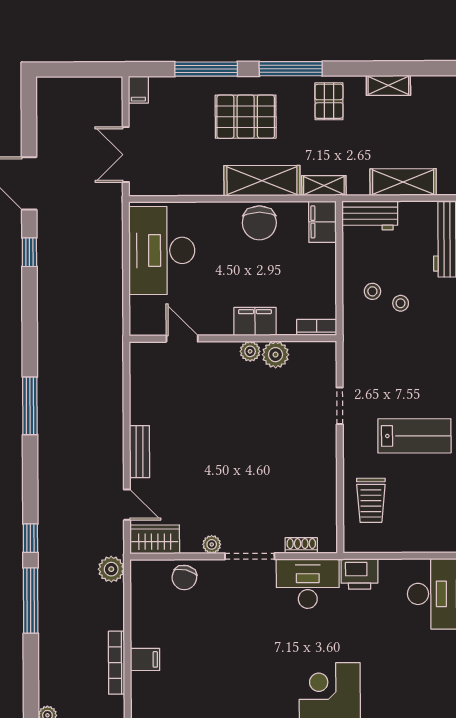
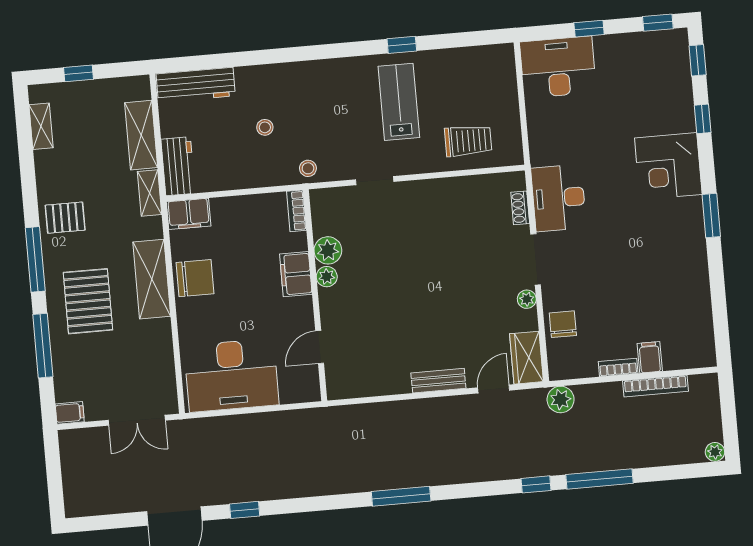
shelving: (388, 85) -> (41, 126), moved
shelving: (324, 186) -> (150, 193), moved
stool: (372, 291) -> (308, 168), moved
printer: (360, 574) -> (544, 146), removed
chair: (184, 578) -> (563, 324), turned -104
bookcase: (138, 628) -> (618, 367), added

